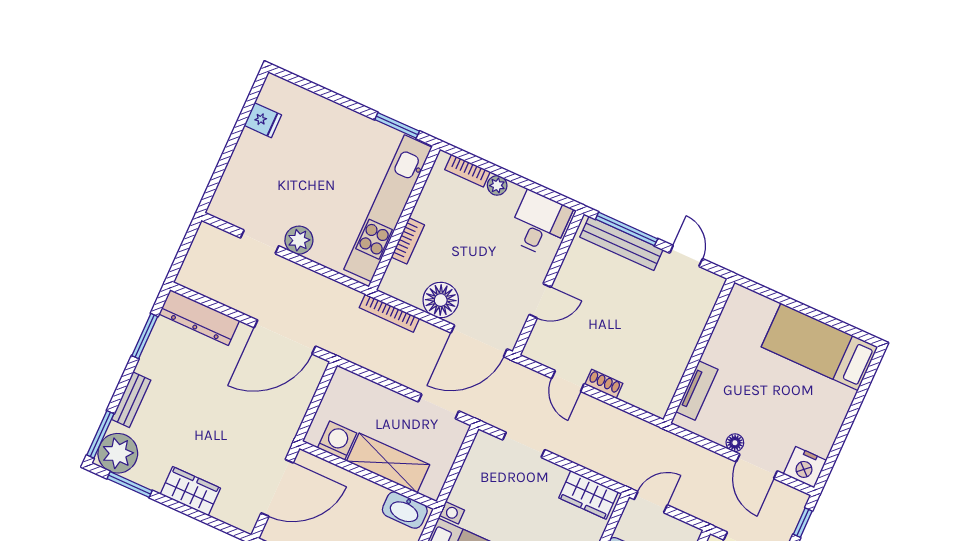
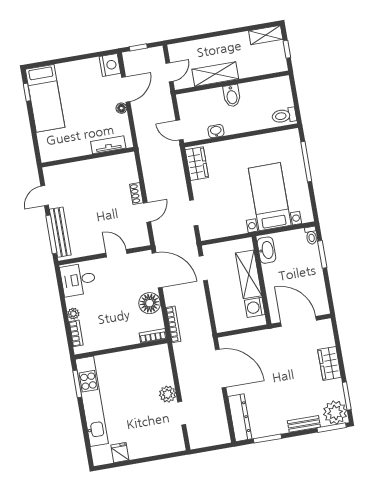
kitchen unit: (388, 208) -> (92, 401), moved, turned -90
bookcase: (408, 241) -> (153, 336), moved
window: (845, 328) -> (27, 92), added

